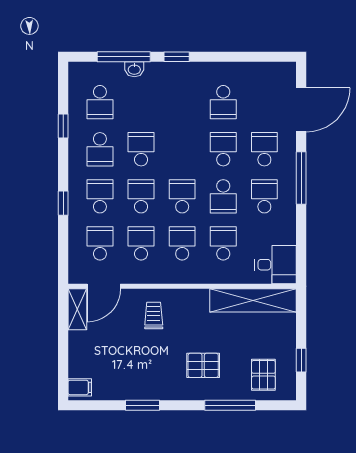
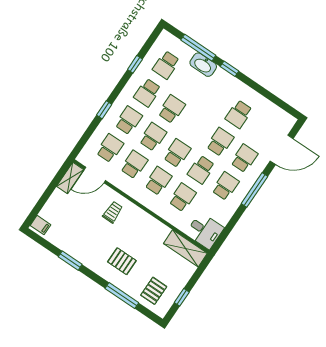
washbasin: (134, 69) -> (203, 65), width x1.91, depth x1.45
shelving: (253, 300) -> (185, 248), width x0.68

